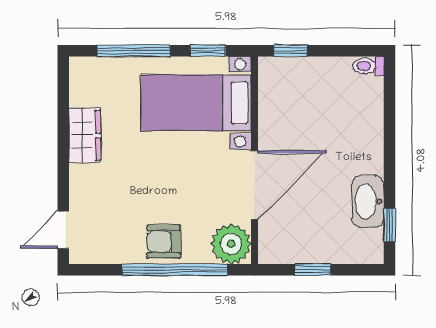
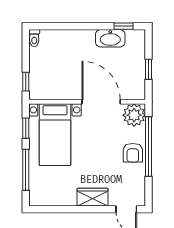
wardrobe: (85, 135) -> (93, 197), moved

